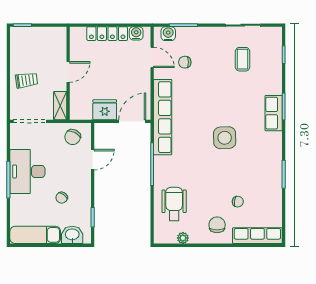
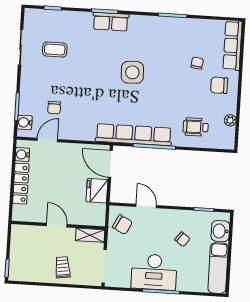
row of seats: (163, 117) -> (134, 135), moved
wheelchair: (174, 204) -> (196, 127), width x0.73, depth x0.73

